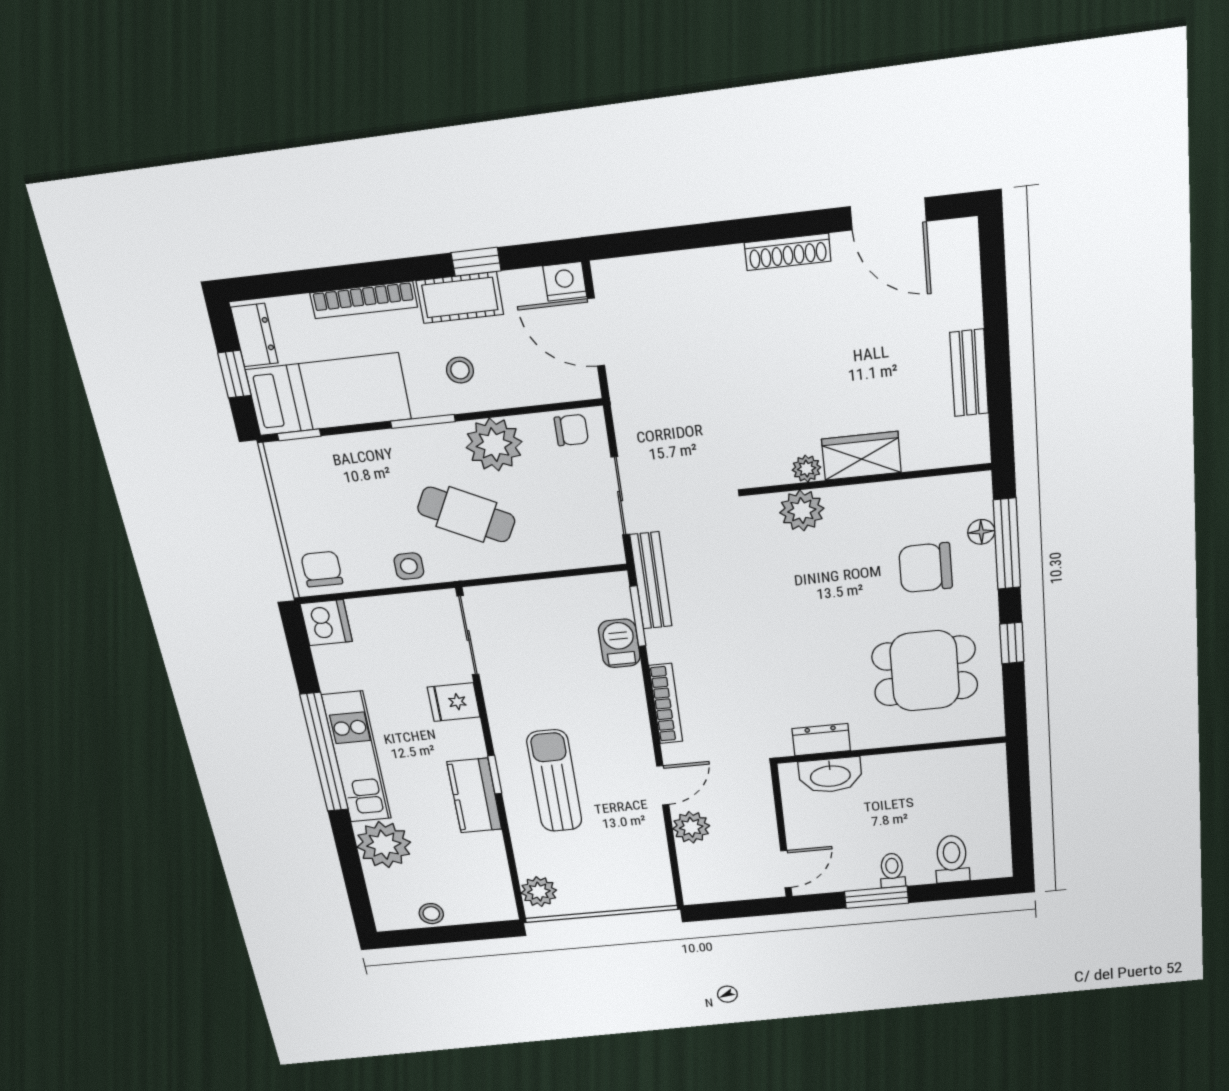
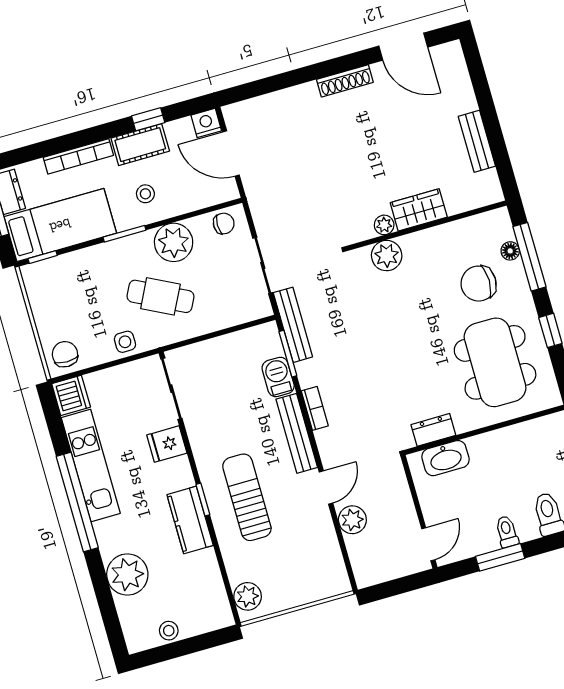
dining table: (925, 671) -> (495, 362), width x1.38
bookcase: (666, 704) -> (315, 408), width x0.64
bench: (634, 716) -> (297, 433), added
kitchen unit: (357, 757) -> (91, 466), moved

